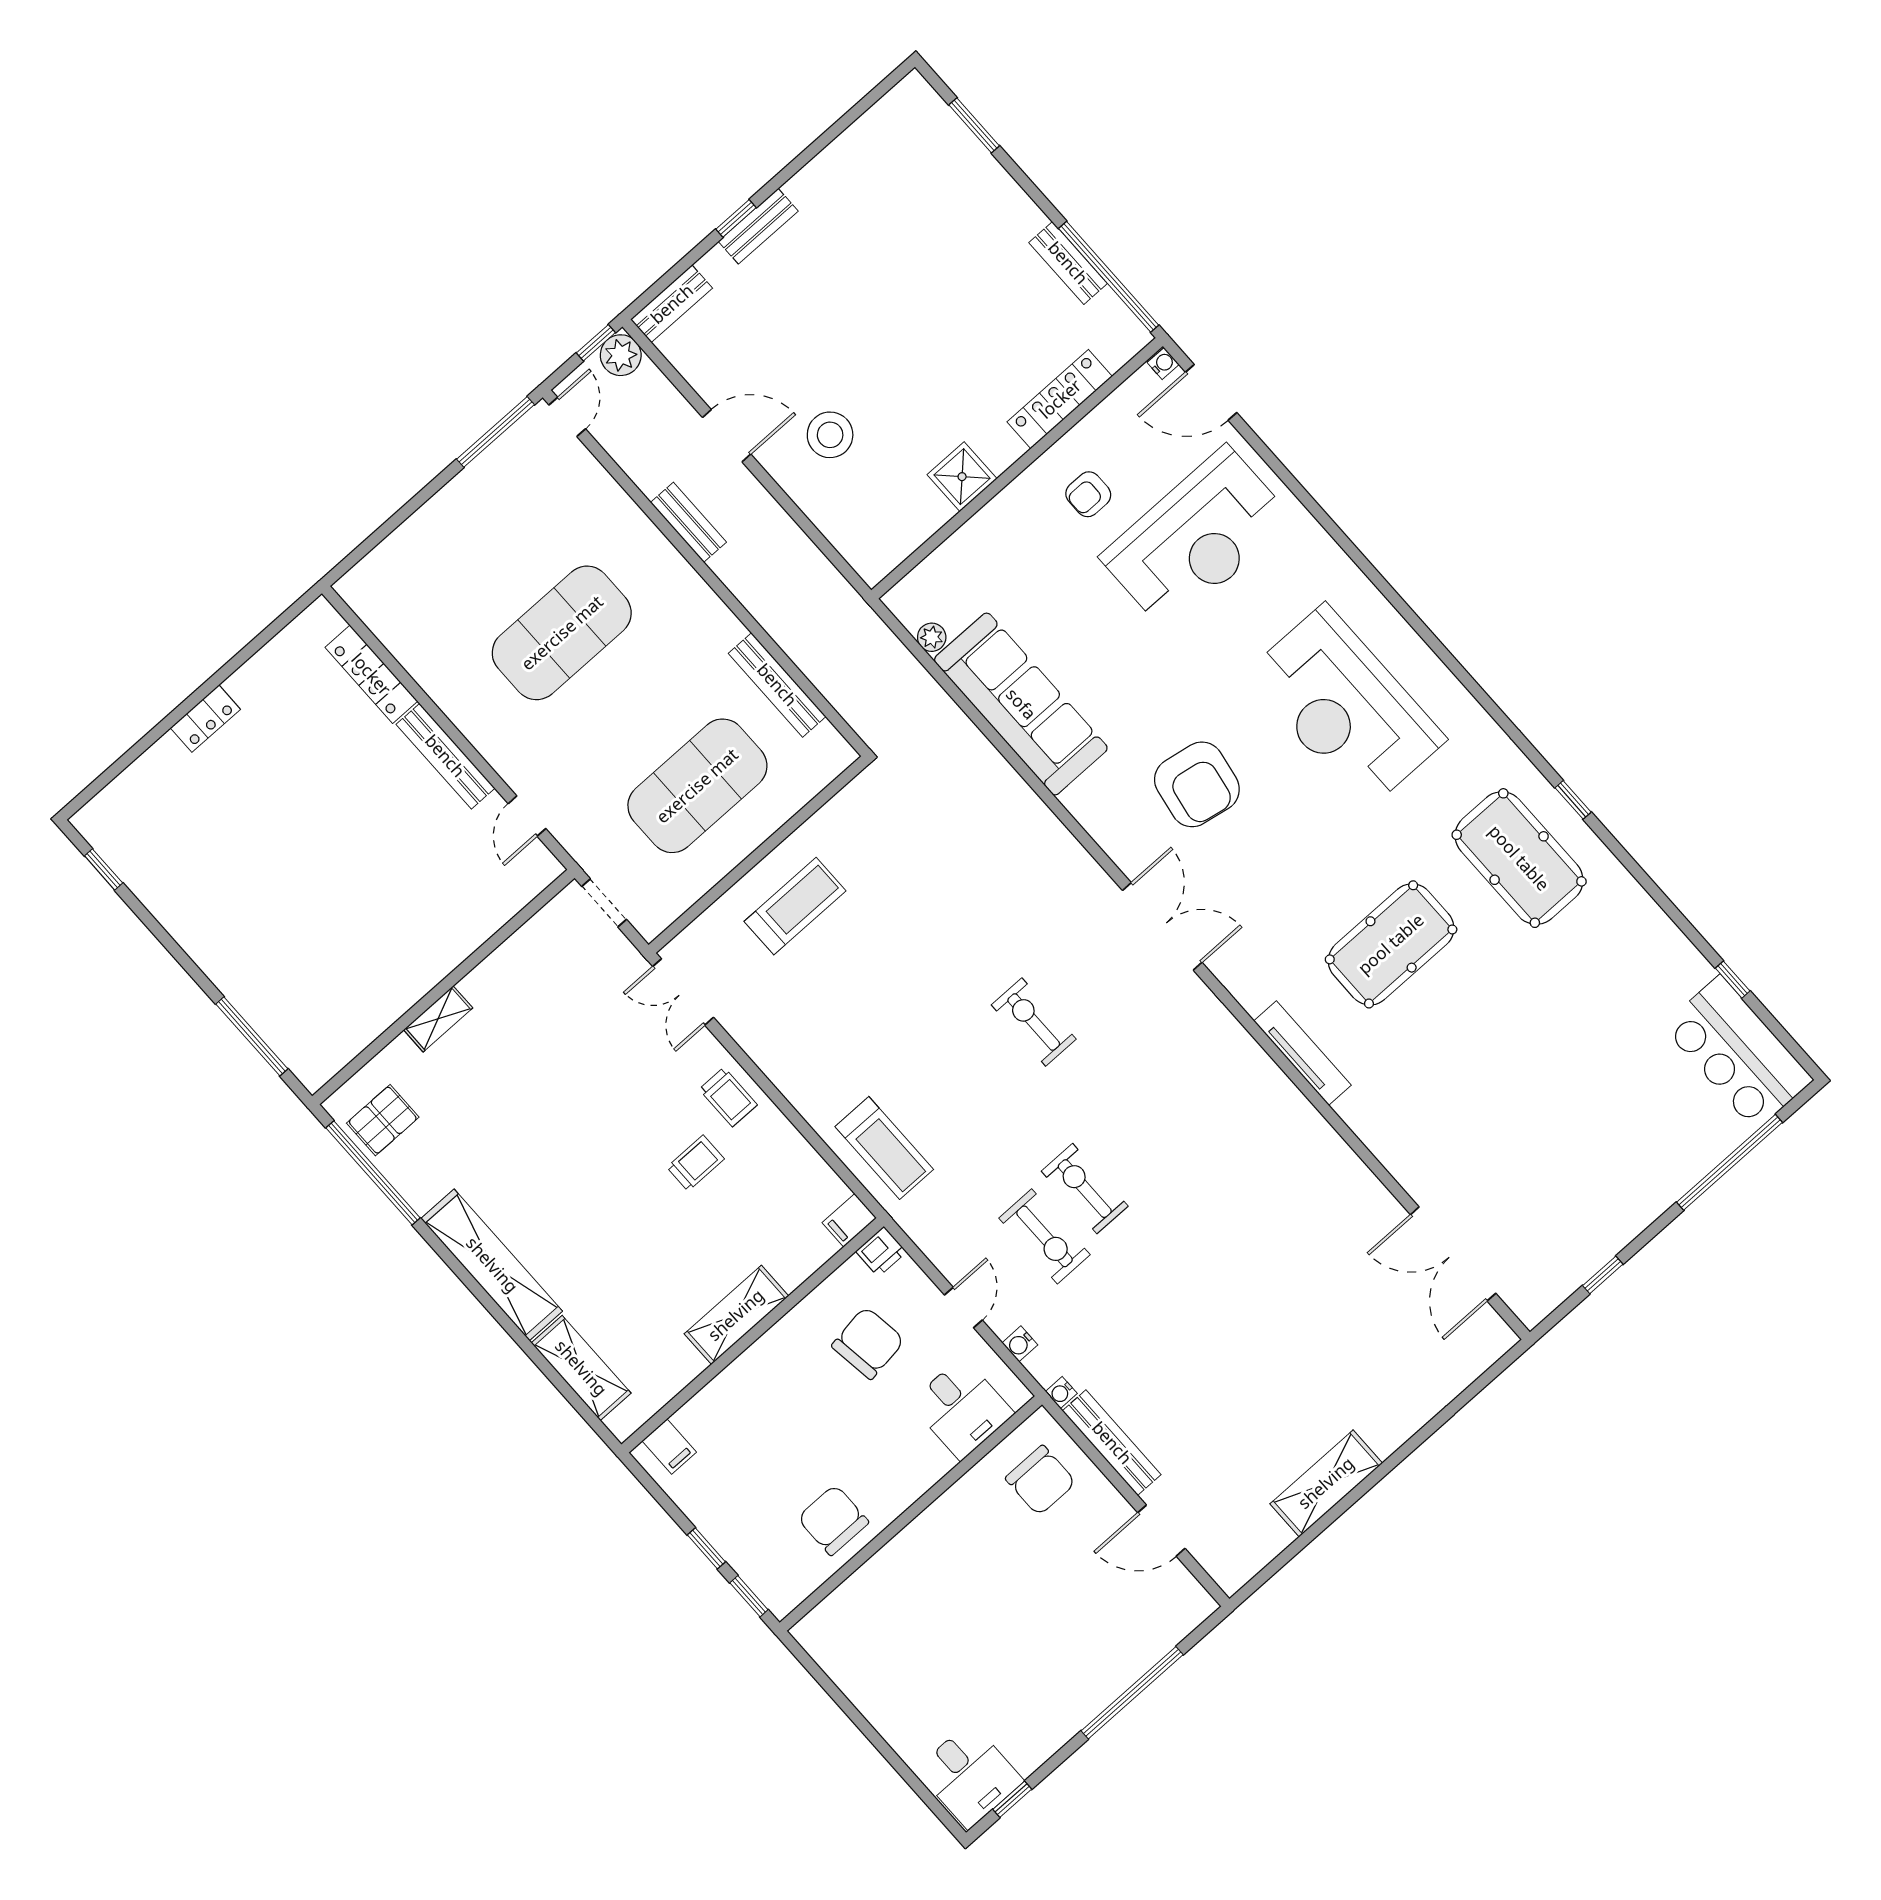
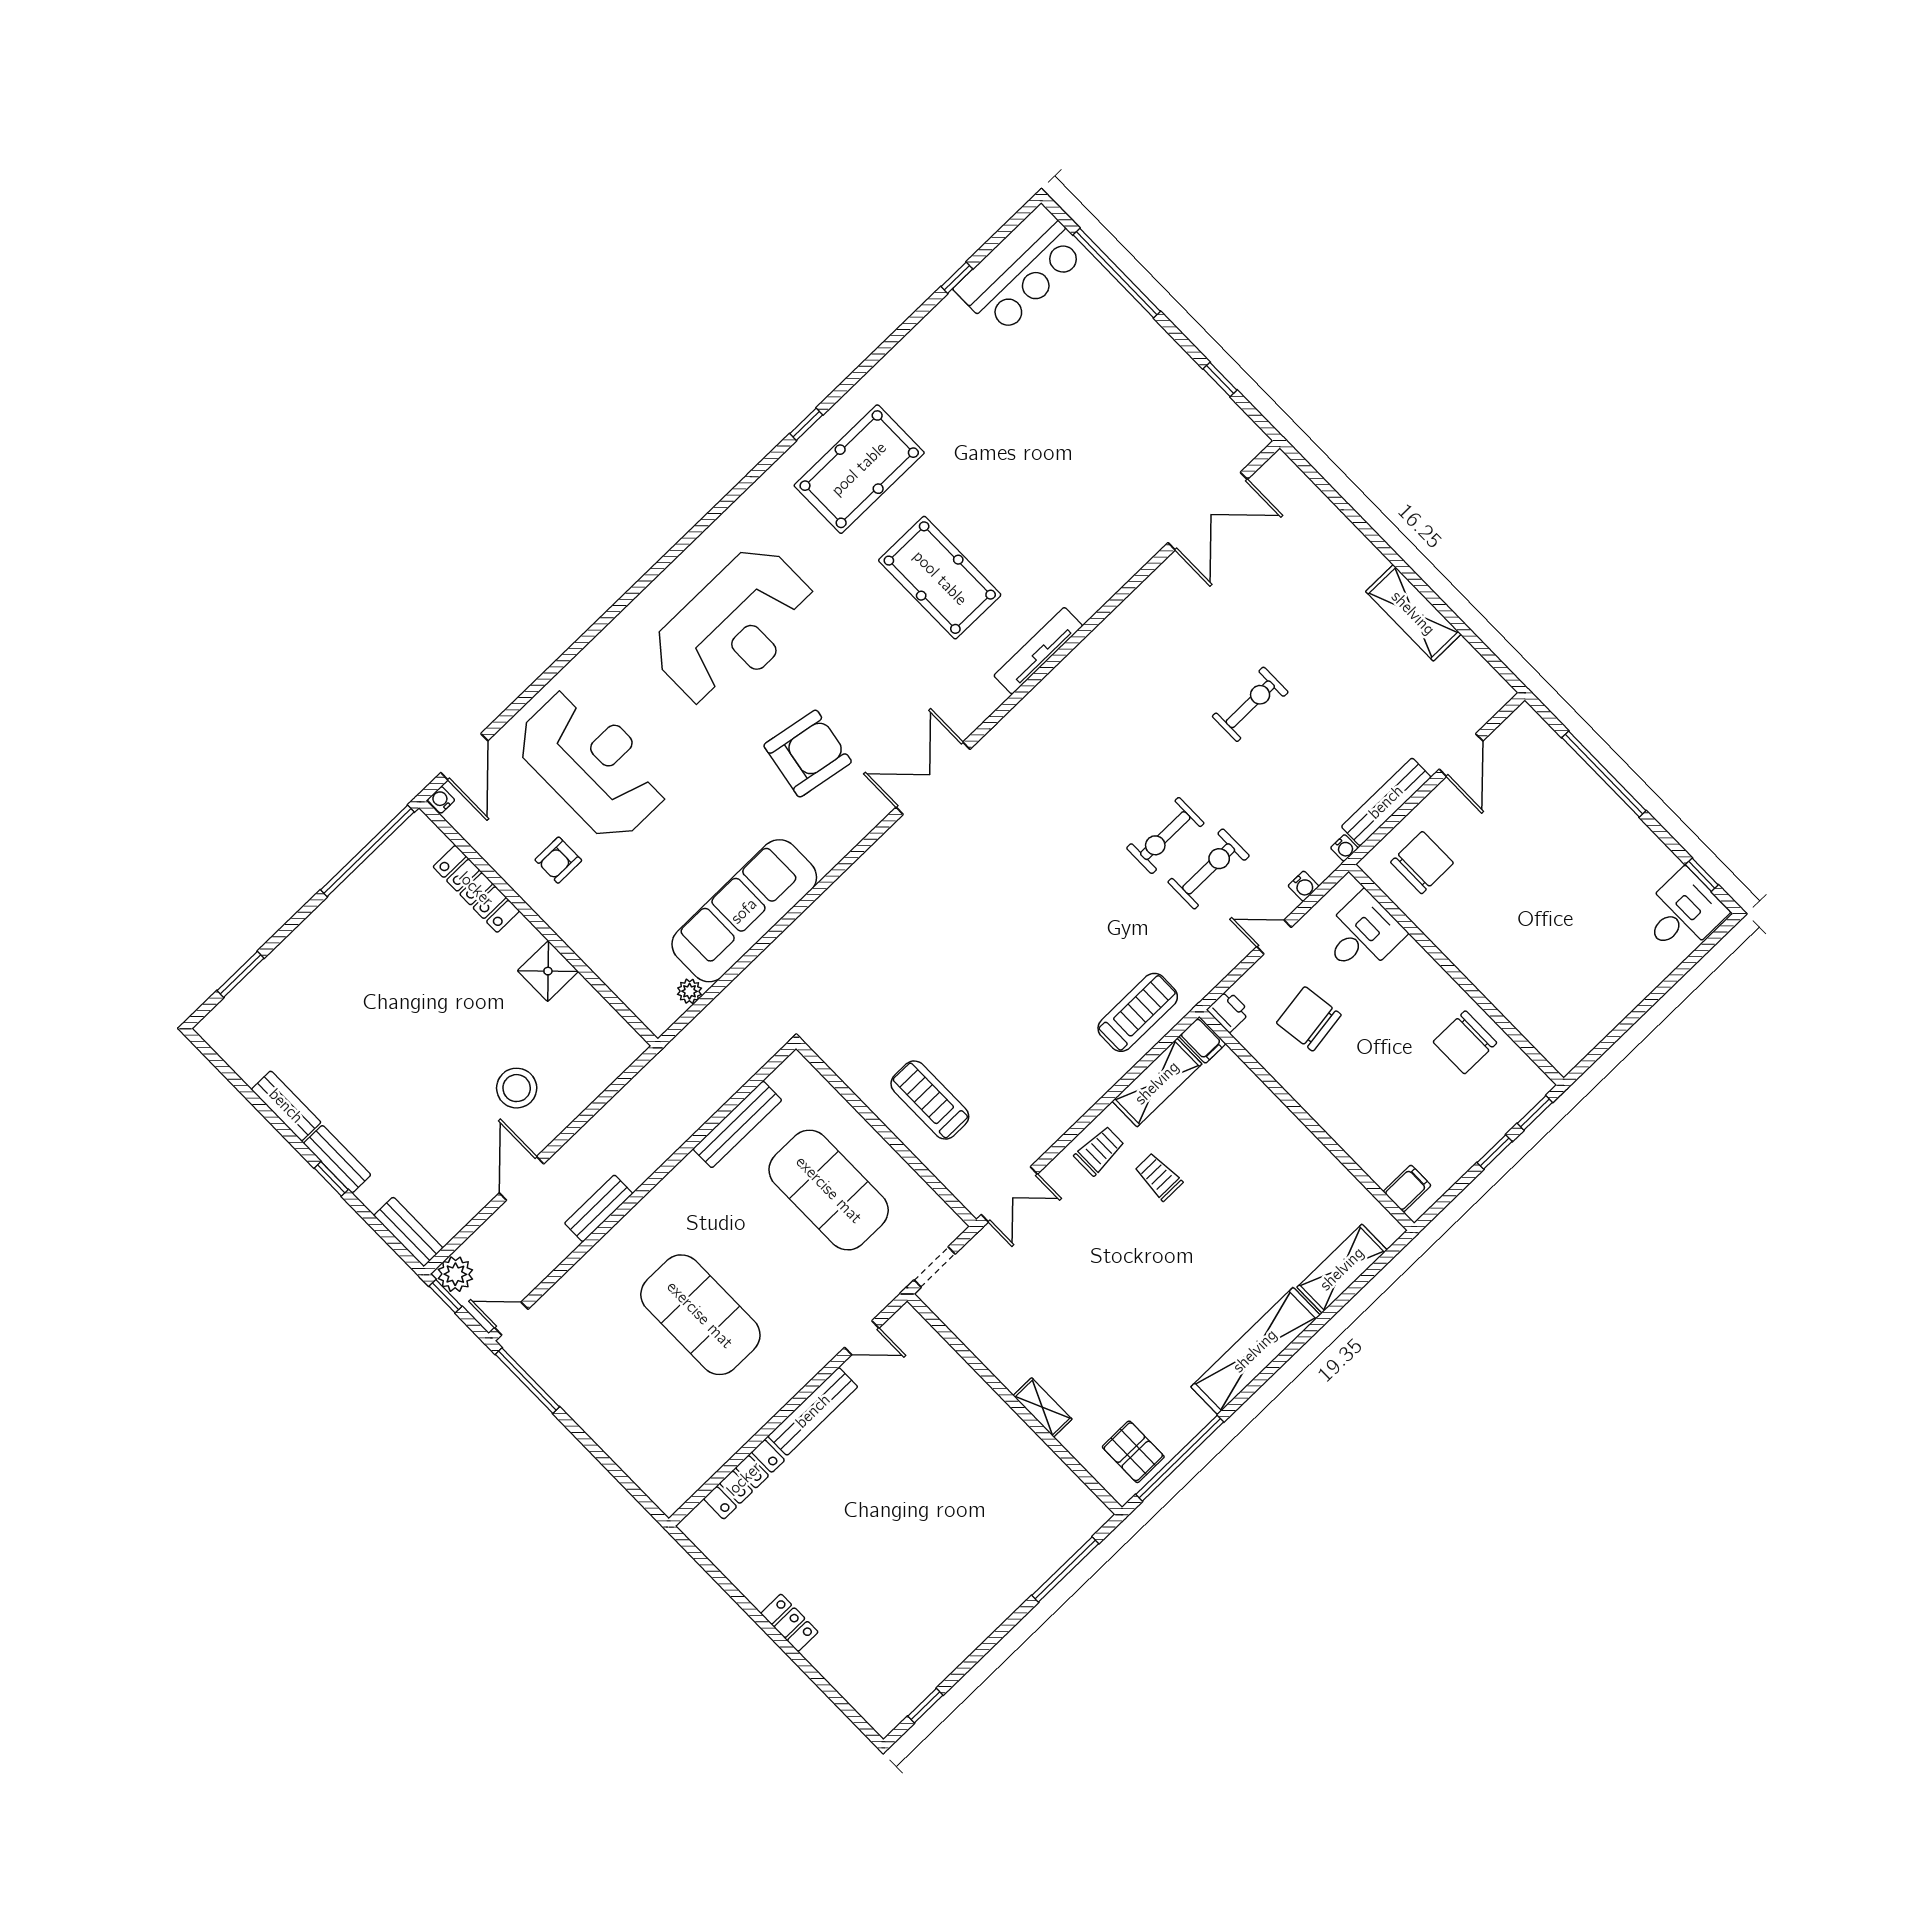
bench: (1068, 263) -> (286, 1106), moved, turned 90
armchair: (1088, 494) -> (558, 860), turned 90
exercise bike: (1034, 1022) -> (1250, 704), moved, turned 180
shelving: (736, 1315) -> (1157, 1083), moved, turned 90

